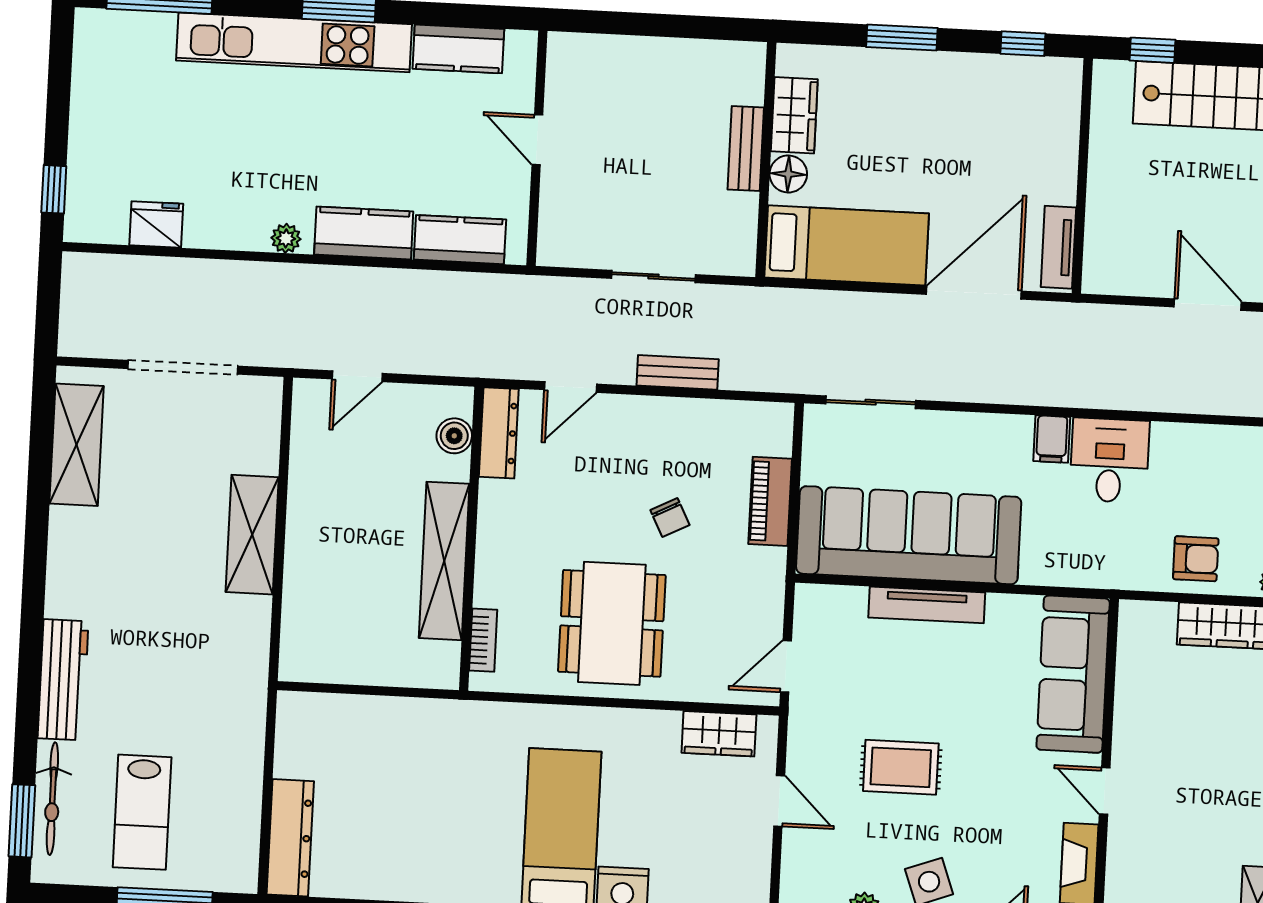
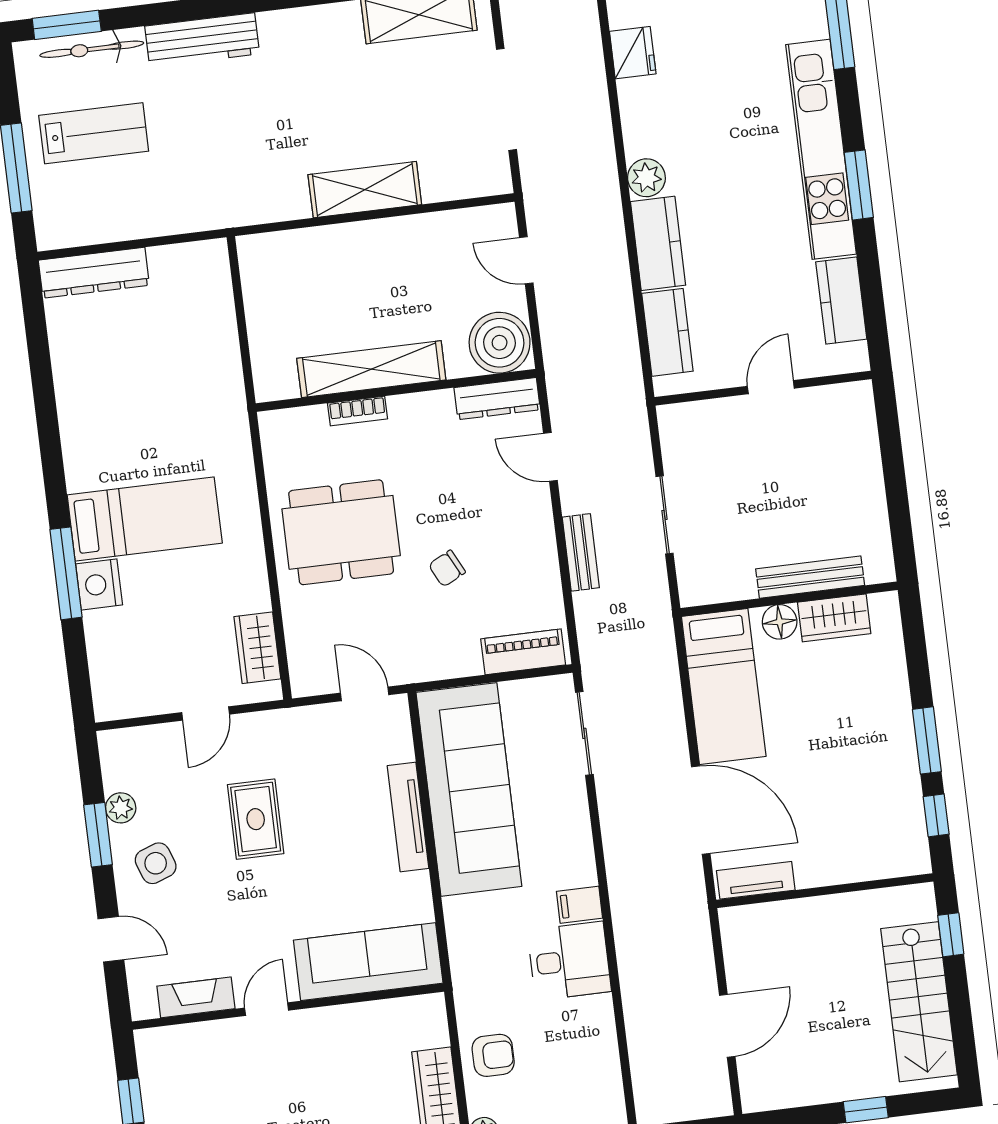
window: (902, 37) -> (927, 740), moved
bench: (746, 149) -> (810, 577), width x1.36
plant: (286, 238) -> (646, 178), width x1.38, depth x1.38
boiler: (454, 436) -> (500, 343), width x1.86, depth x1.86
piano: (770, 501) -> (523, 652), moved
armchair: (1196, 559) -> (493, 1055), turned -90
bookcase: (483, 640) -> (357, 411), moved
door: (786, 666) -> (365, 694), moved
lab bench: (142, 812) -> (94, 133), turned 180

